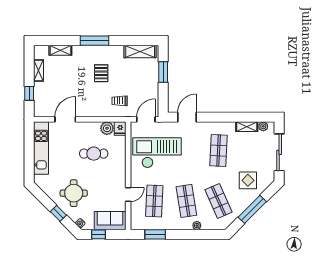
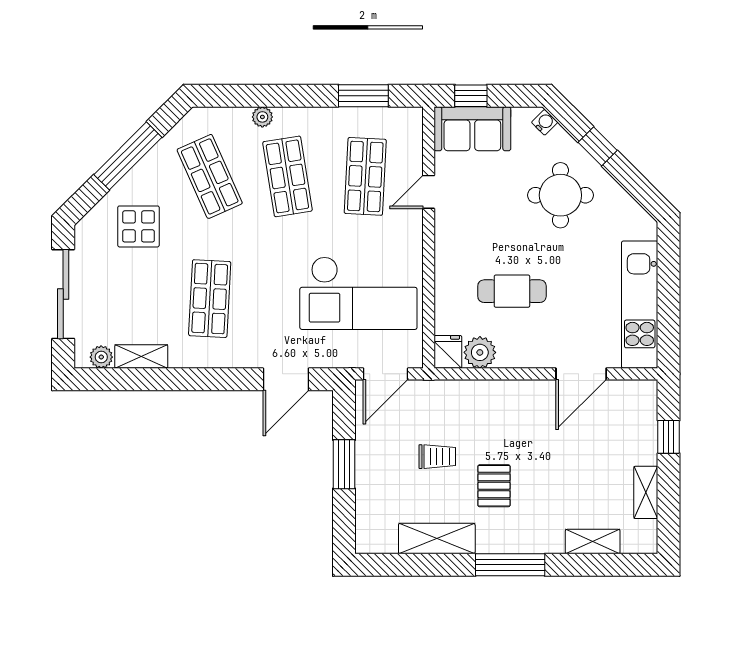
shelving: (140, 51) -> (437, 539), moved
window: (163, 72) -> (344, 464), moved
trolley: (120, 101) -> (437, 457), moved
window: (99, 234) -> (471, 96), moved

